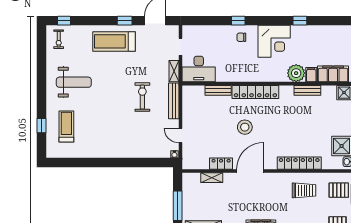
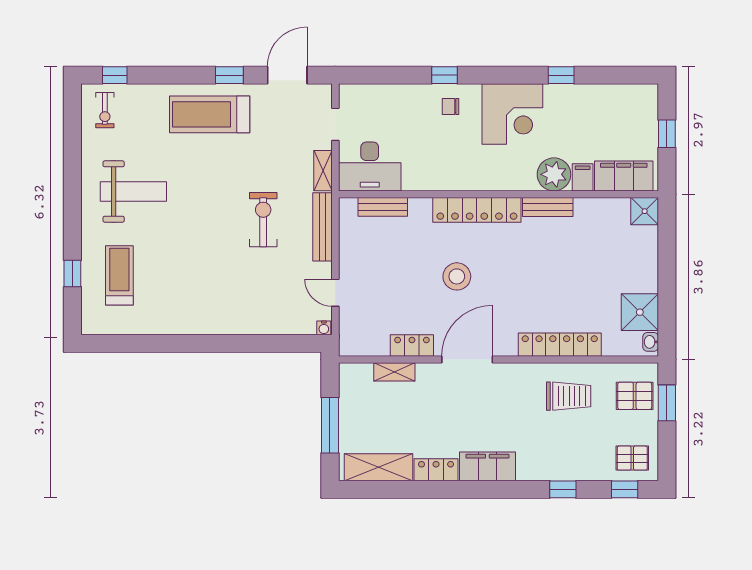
bench: (218, 90) -> (383, 207), moved
bench: (307, 90) -> (548, 207), moved

